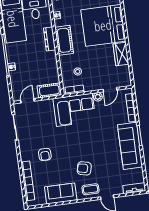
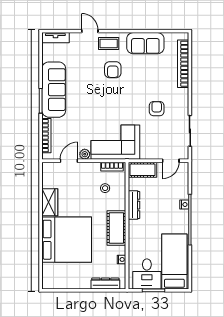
dresser: (50, 39) -> (134, 205), moved
armchair: (45, 154) -> (157, 109), moved
armchair: (84, 168) -> (113, 70), turned 77

